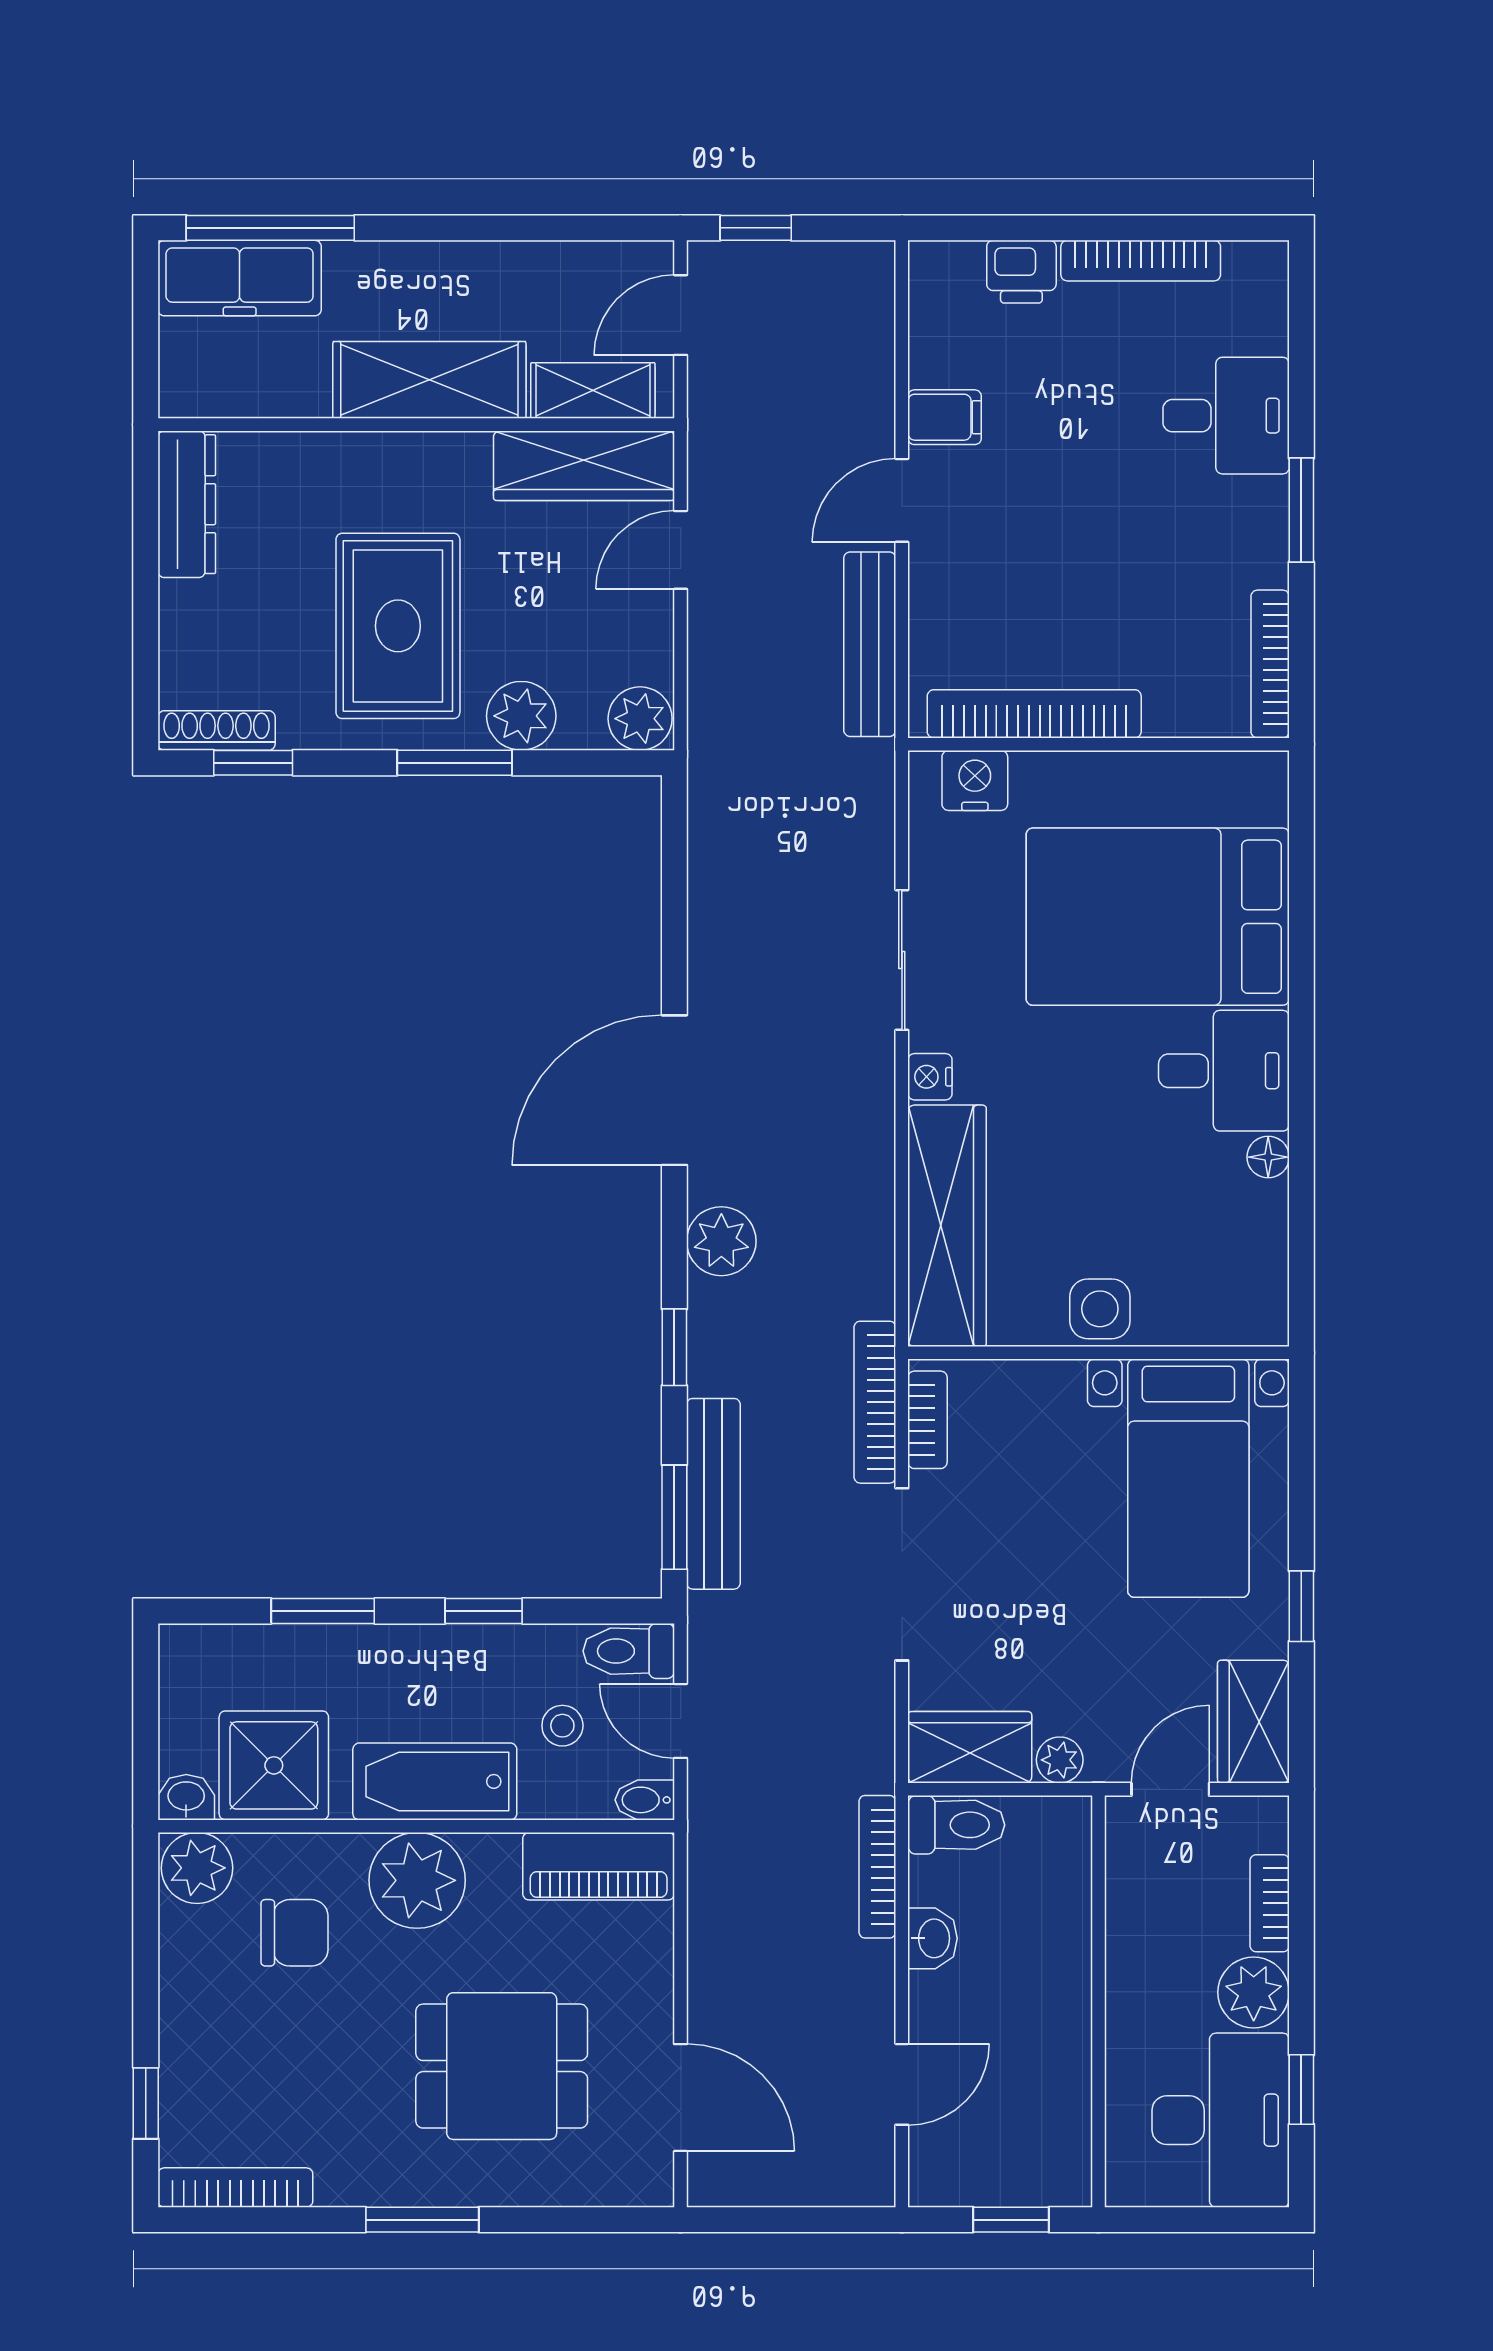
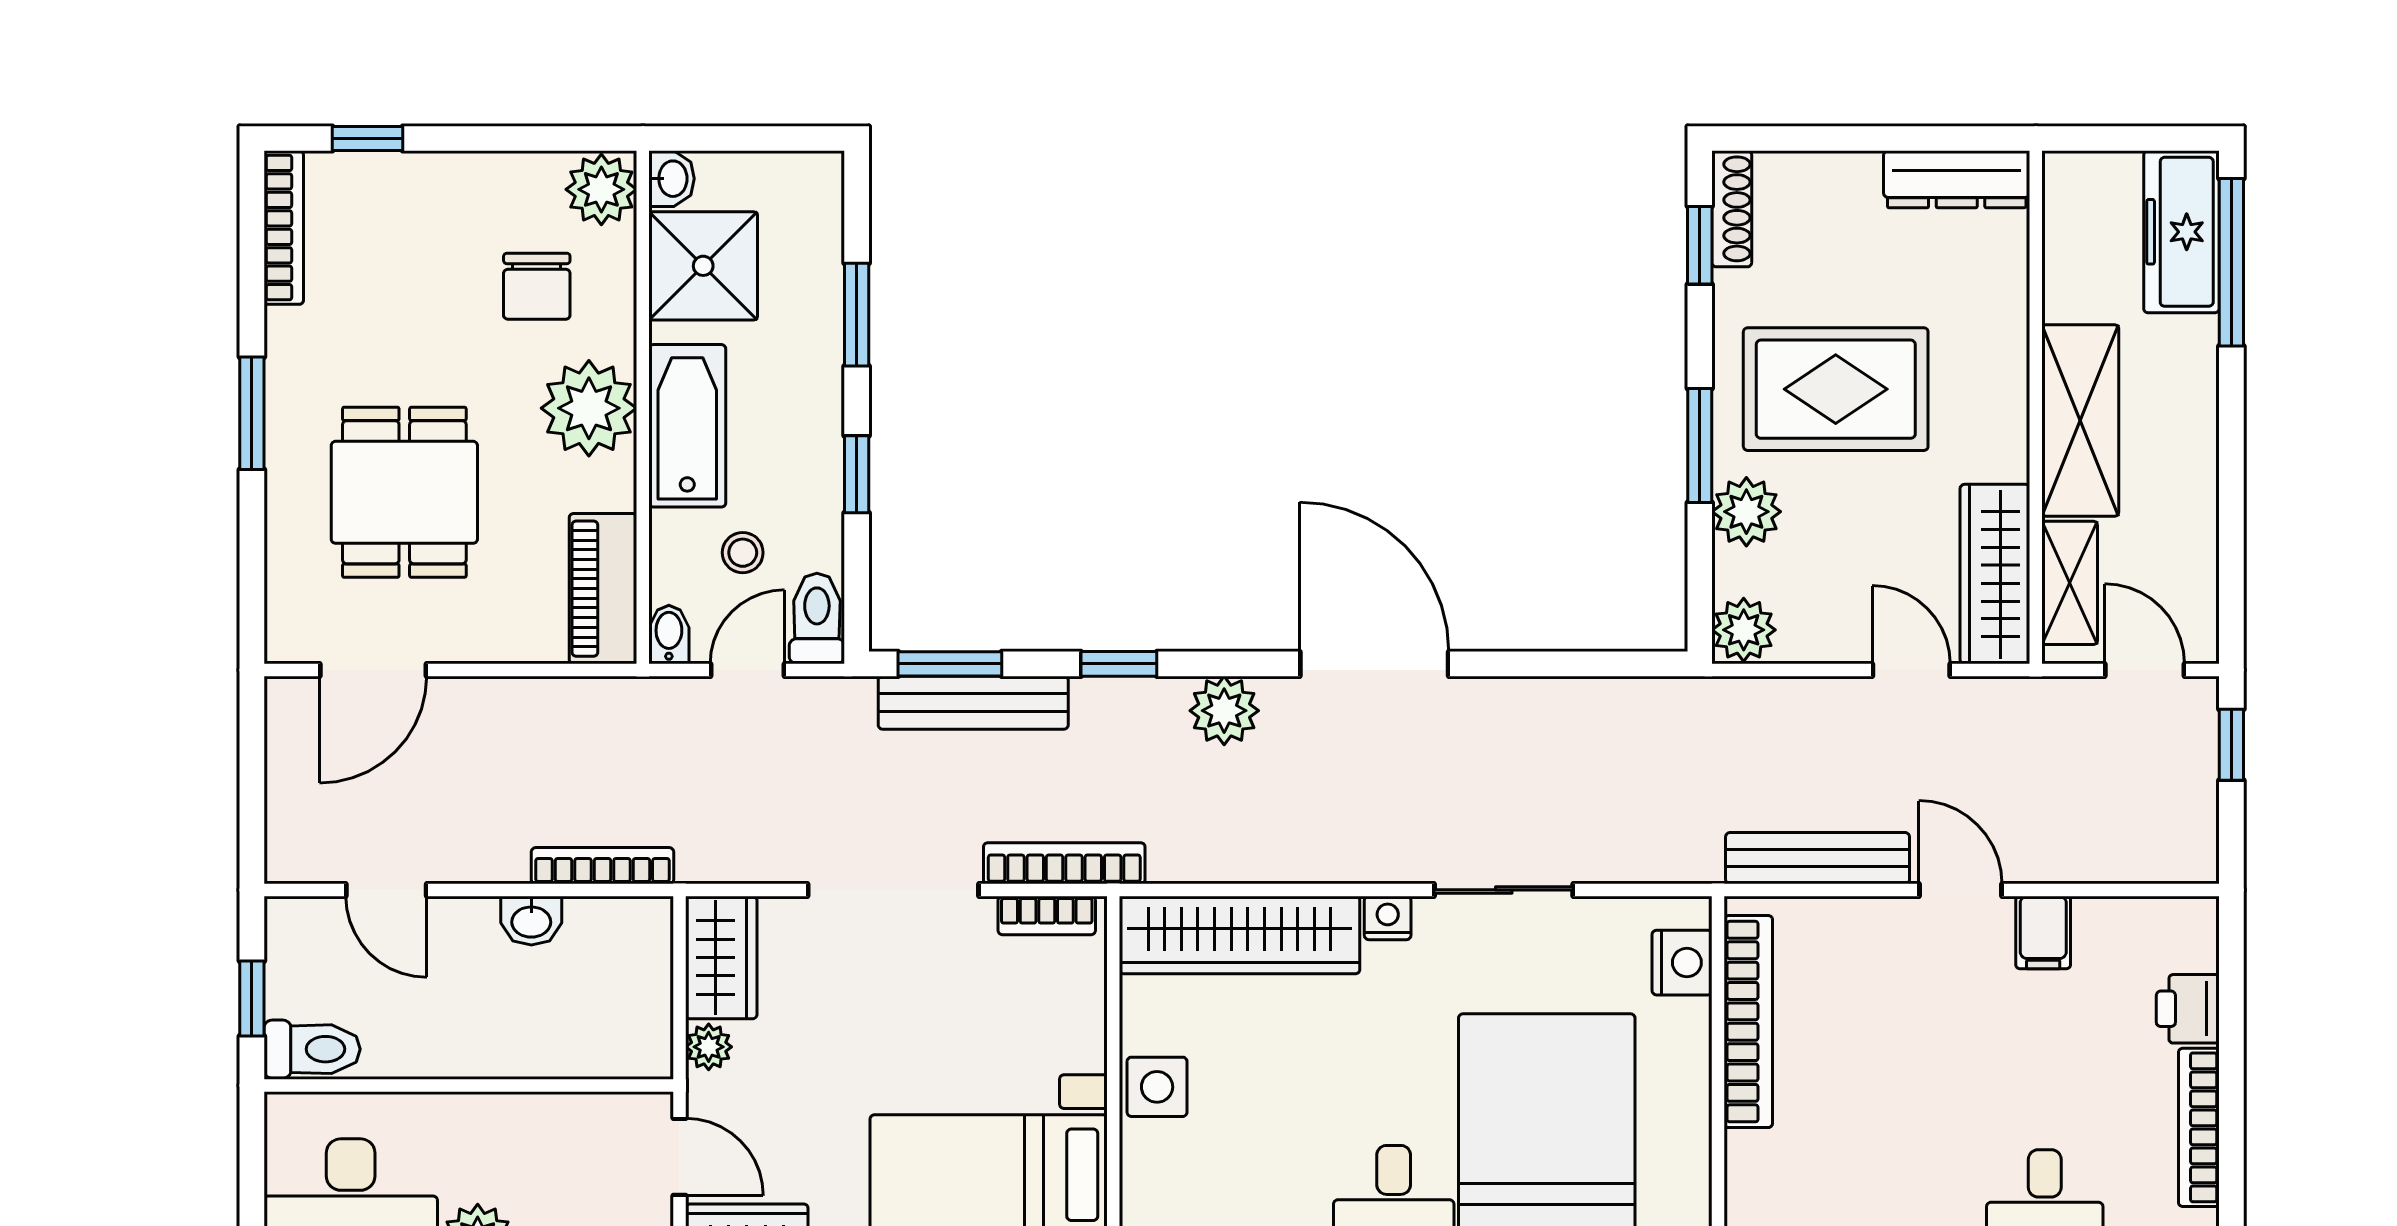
toilet: (956, 1825) -> (312, 1049), moved, turned -90

